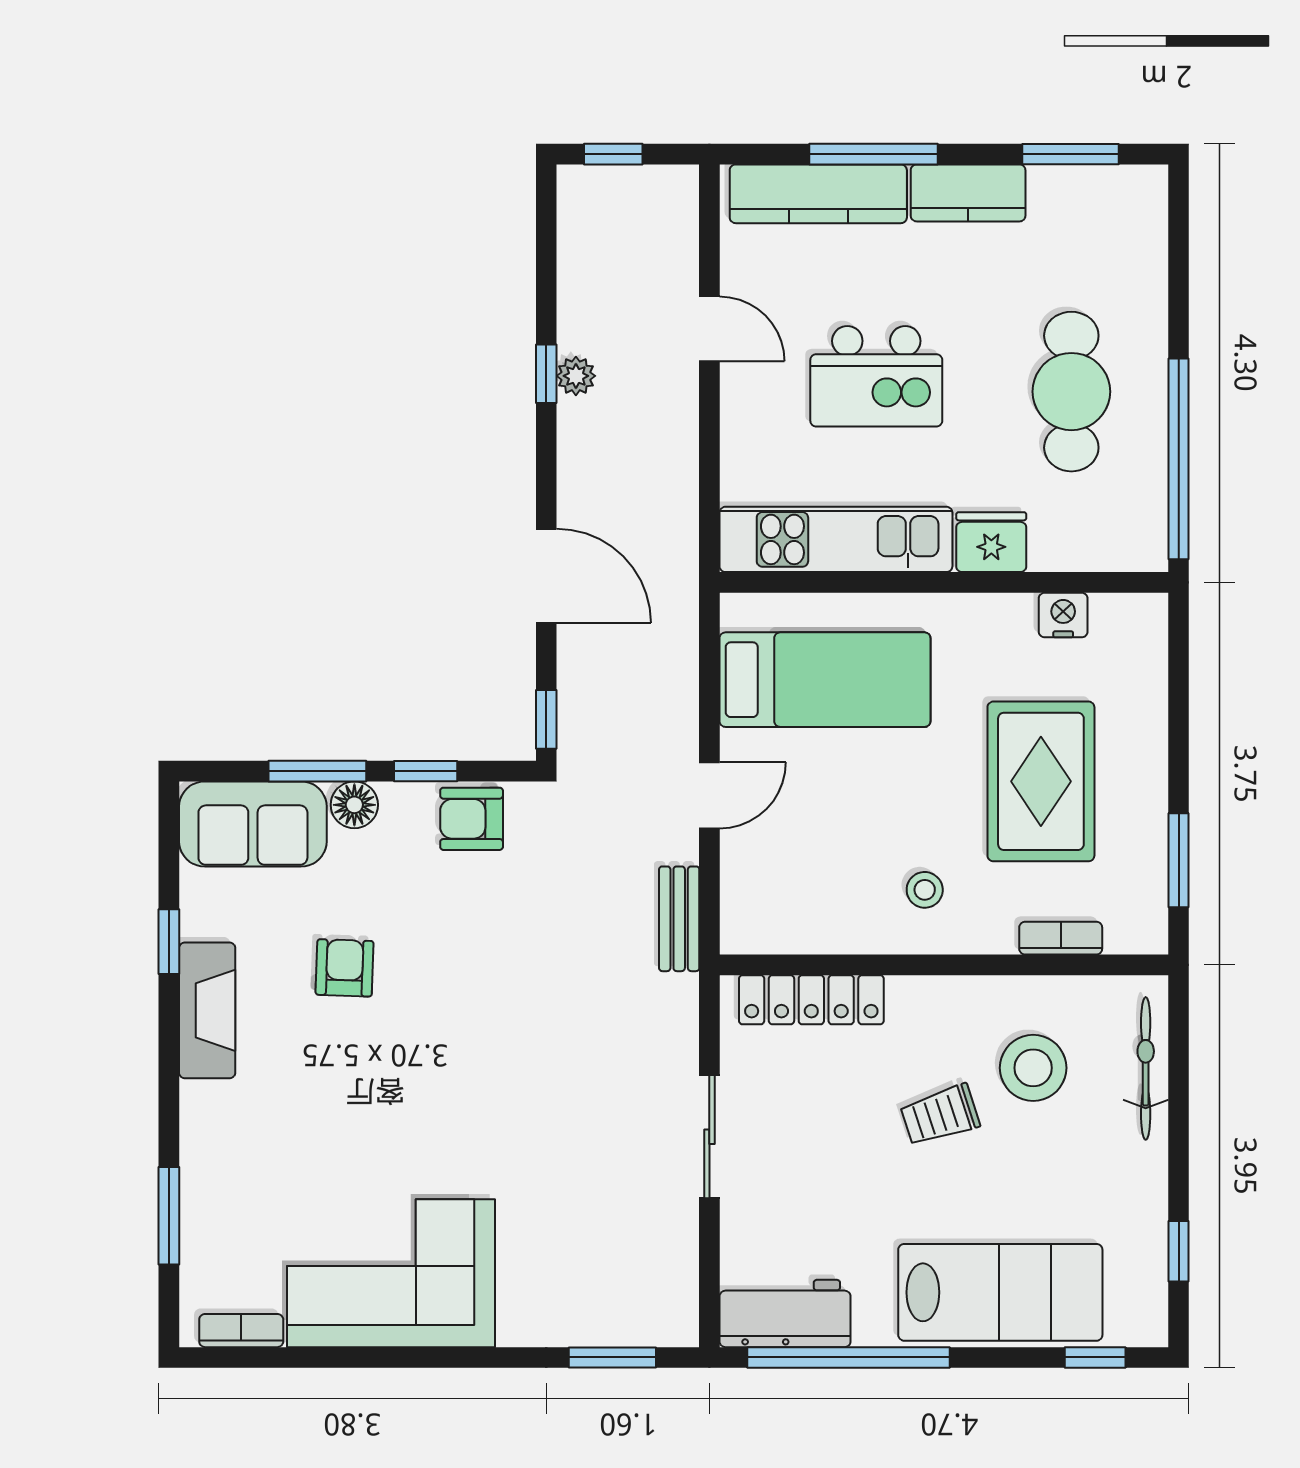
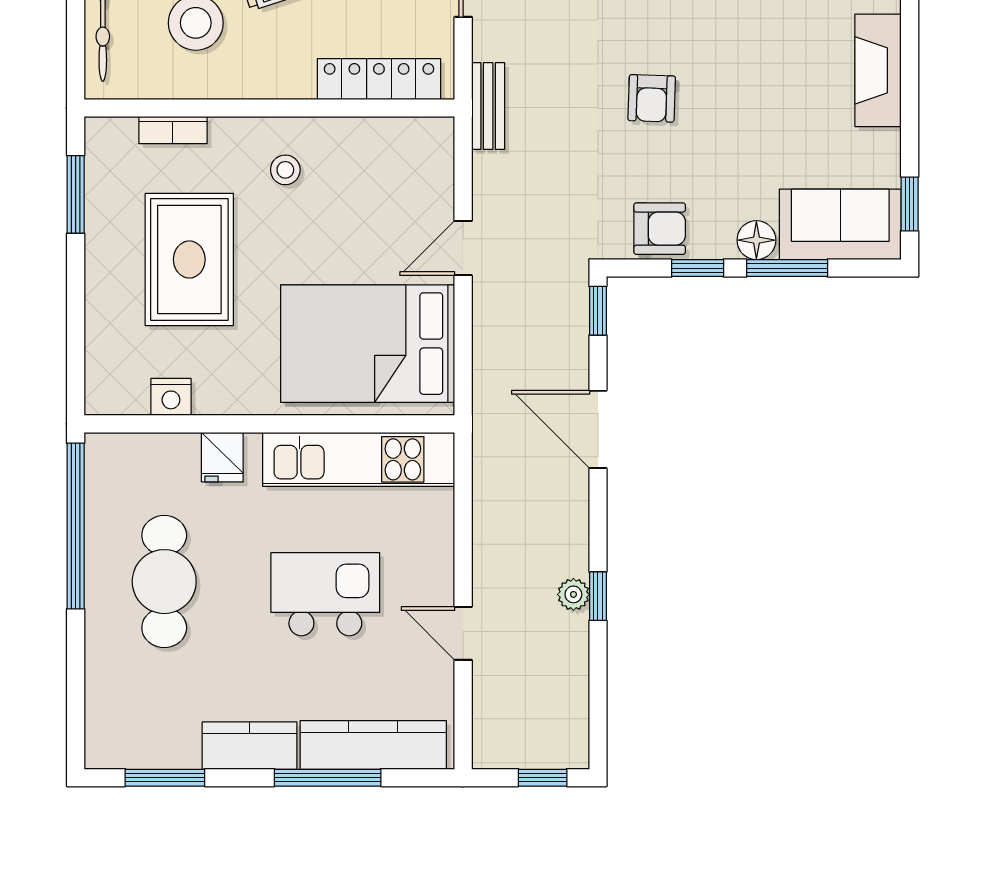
fridge: (991, 542) -> (222, 457), width x0.72
bed: (825, 680) -> (368, 344), width x1.50
bench: (679, 919) -> (488, 106), moved
window: (169, 942) -> (910, 204), moved
armchair: (345, 968) -> (652, 98), moved

